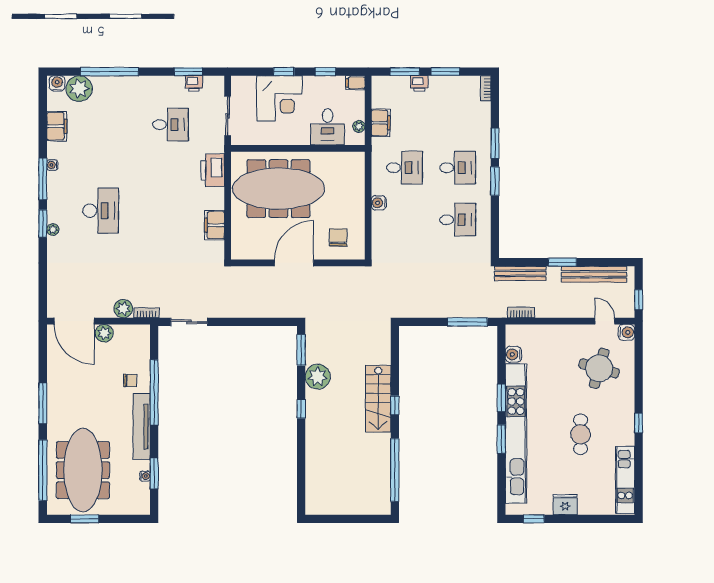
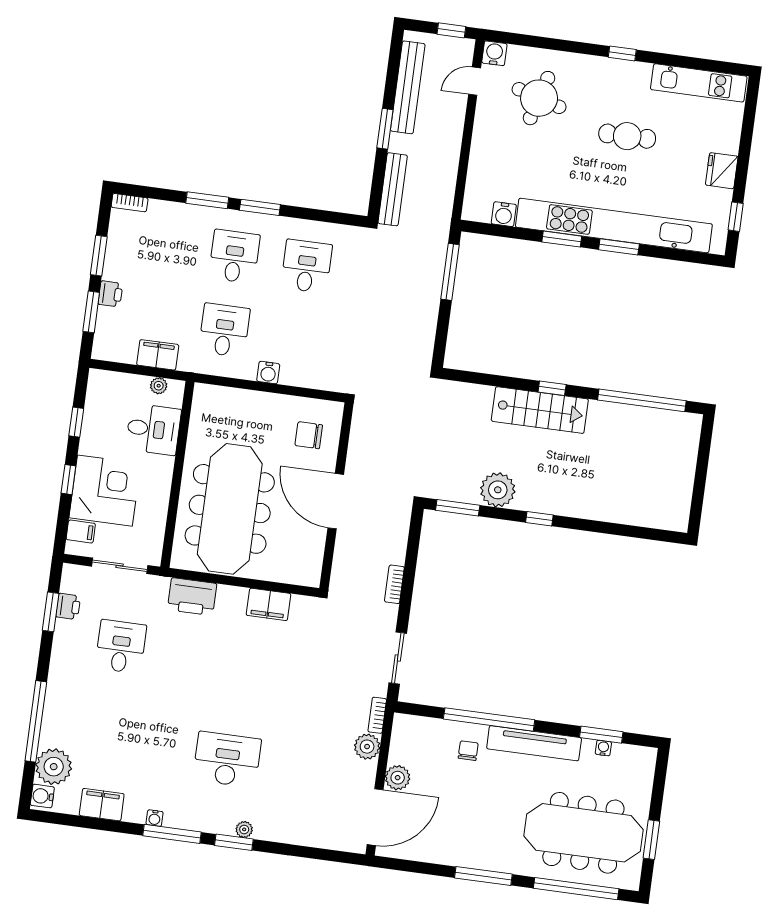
filing cabinet: (355, 83) -> (81, 531), moved, turned -90
bookcase: (521, 312) -> (394, 584), moved

